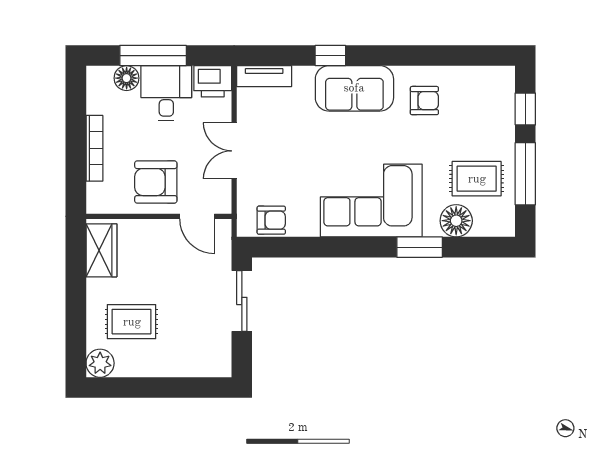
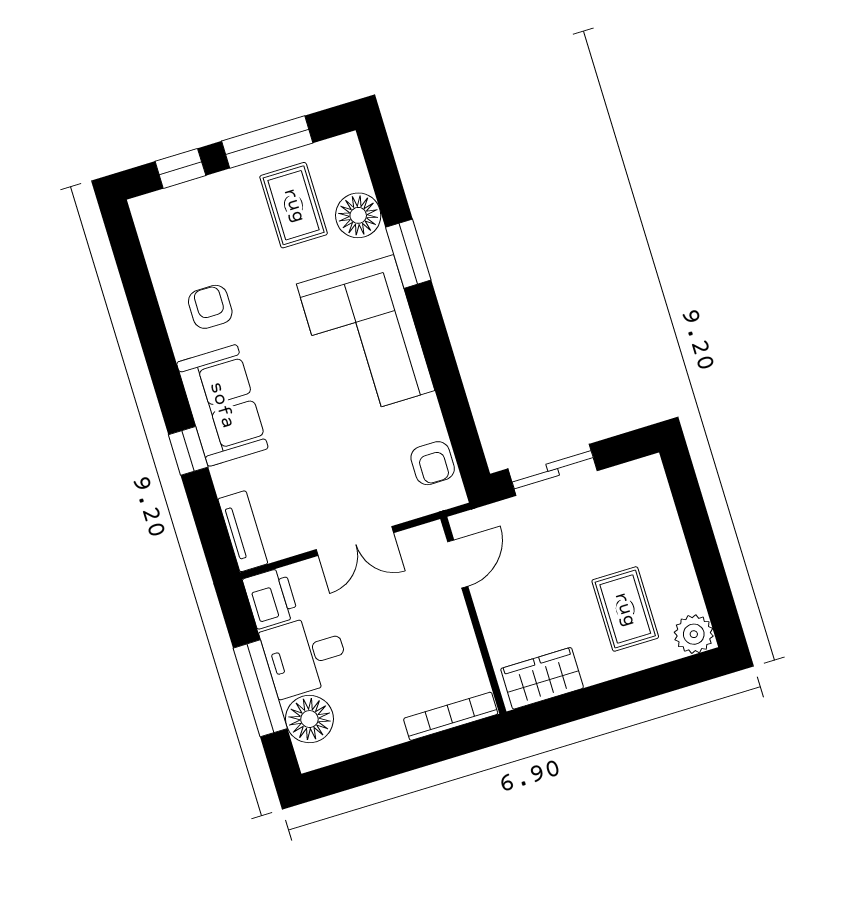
floor lamp: (127, 78) -> (309, 719), width x1.38, depth x1.38
bookcase: (94, 148) -> (451, 716), moved
armchair: (156, 182) -> (429, 633), removed
armchair: (271, 220) -> (433, 463), turned 180

